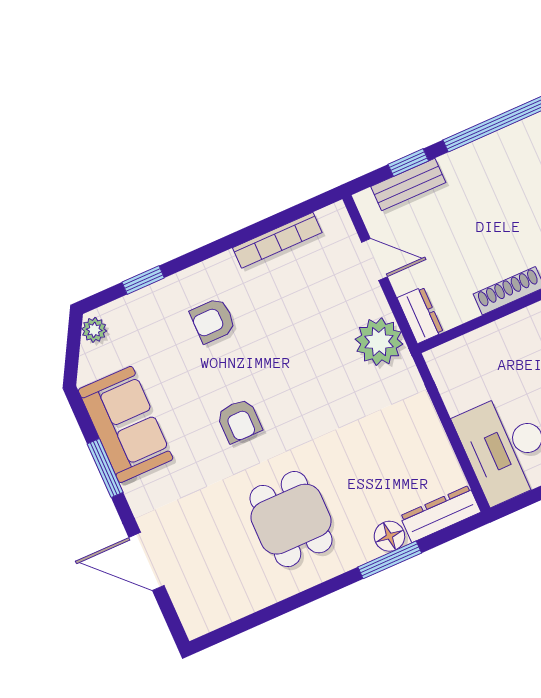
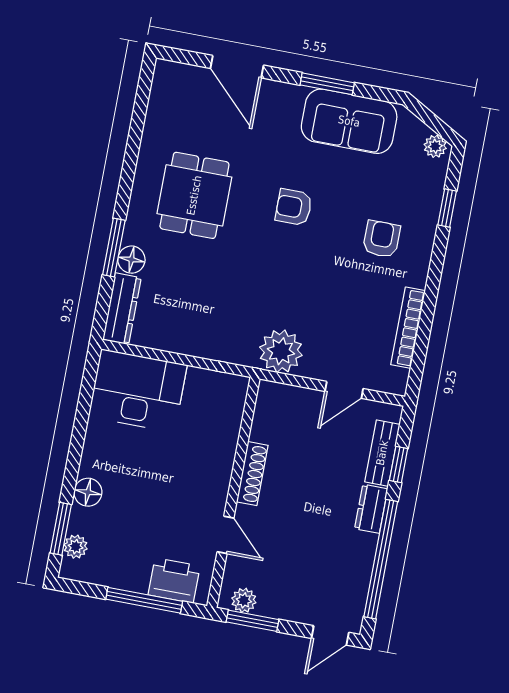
dresser: (420, 315) -> (371, 509), moved, turned 90
dining table: (291, 519) -> (194, 195), turned 90
door: (147, 561) -> (237, 67), swing flipped

